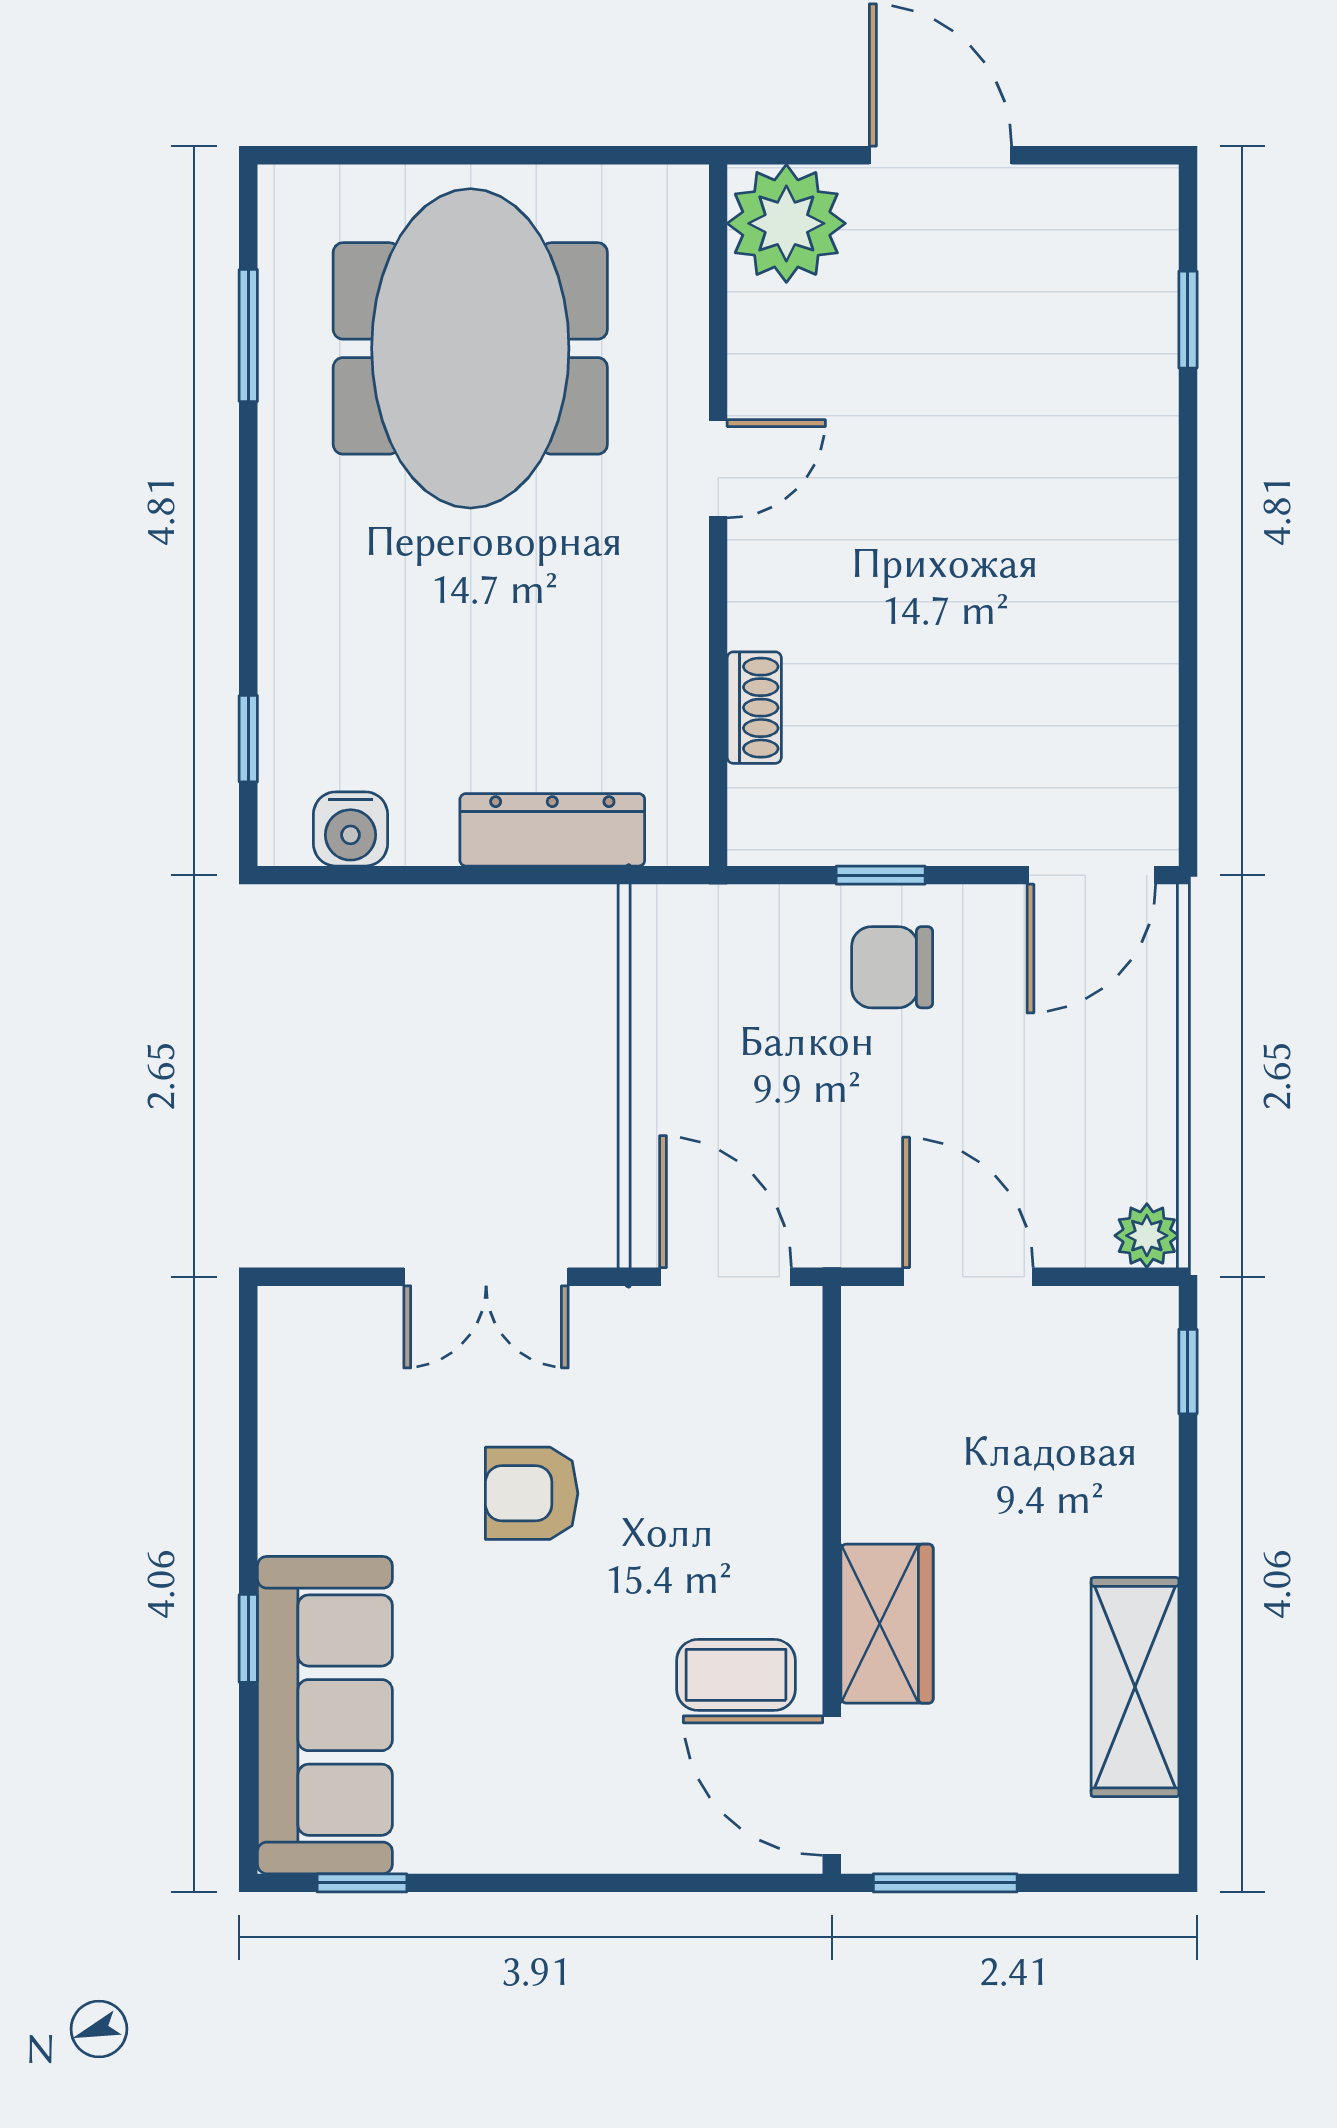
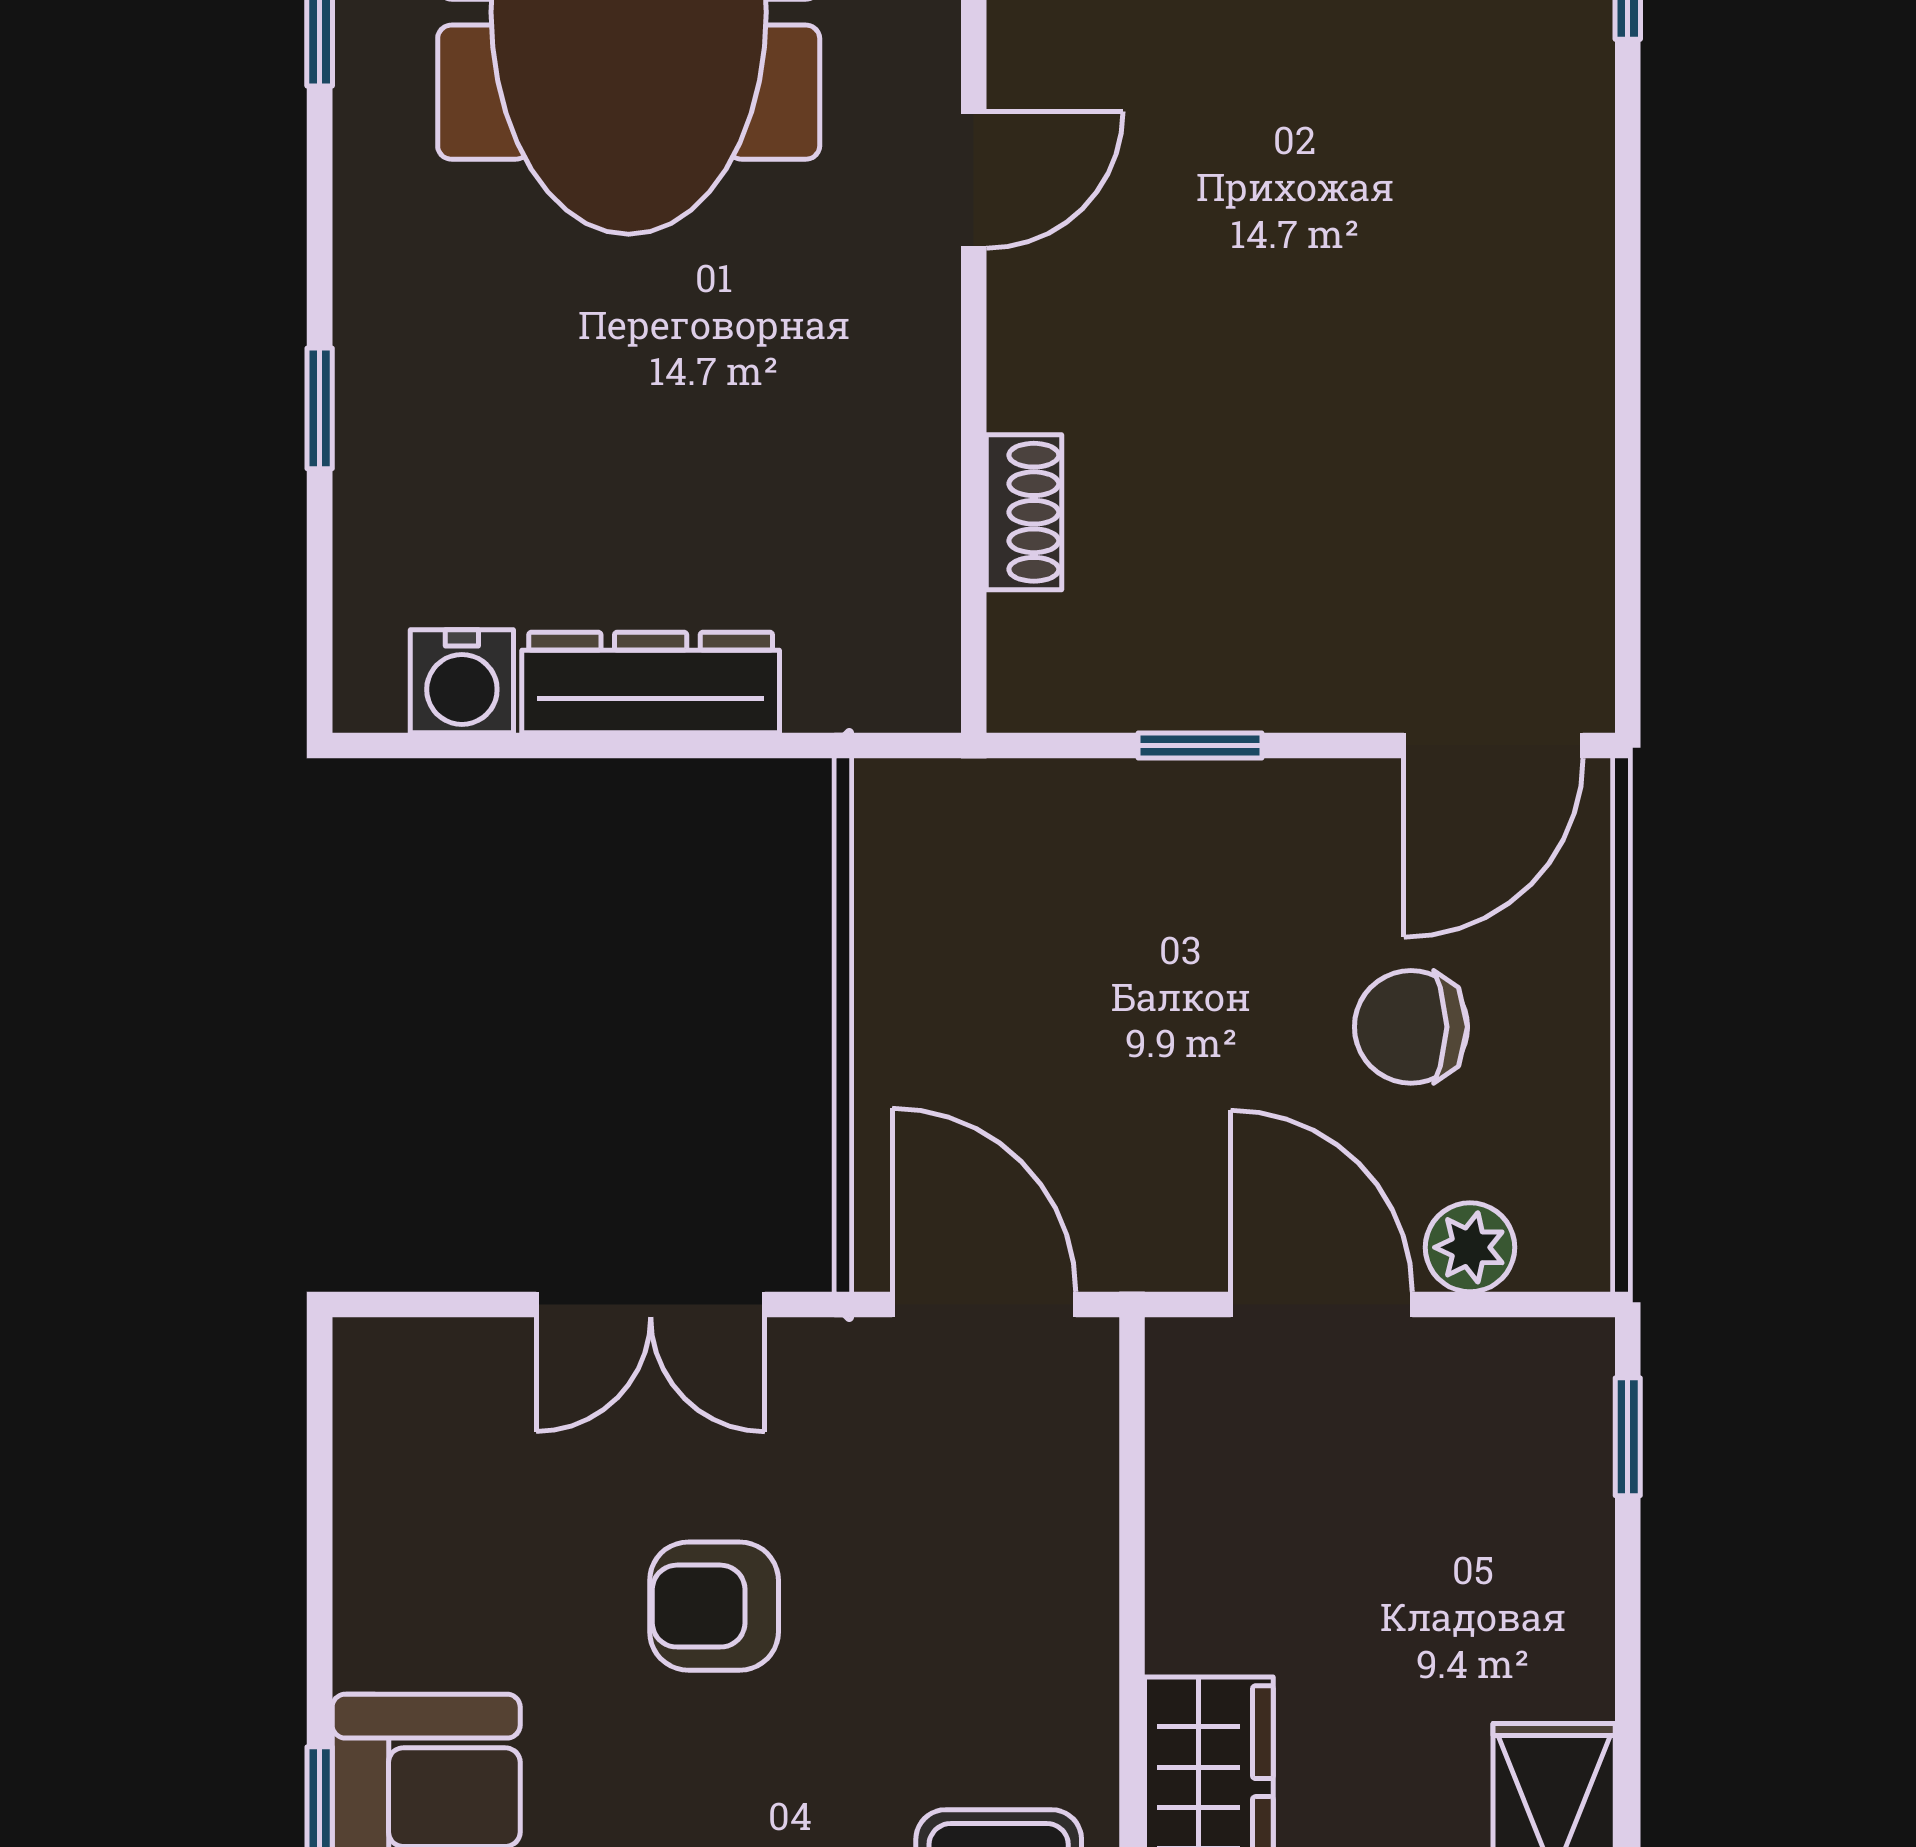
window: (248, 739) -> (320, 408), moved
dresser: (552, 830) -> (651, 682), moved
chair: (892, 967) -> (1411, 1027), moved
plant: (1147, 1236) -> (1470, 1247), moved

